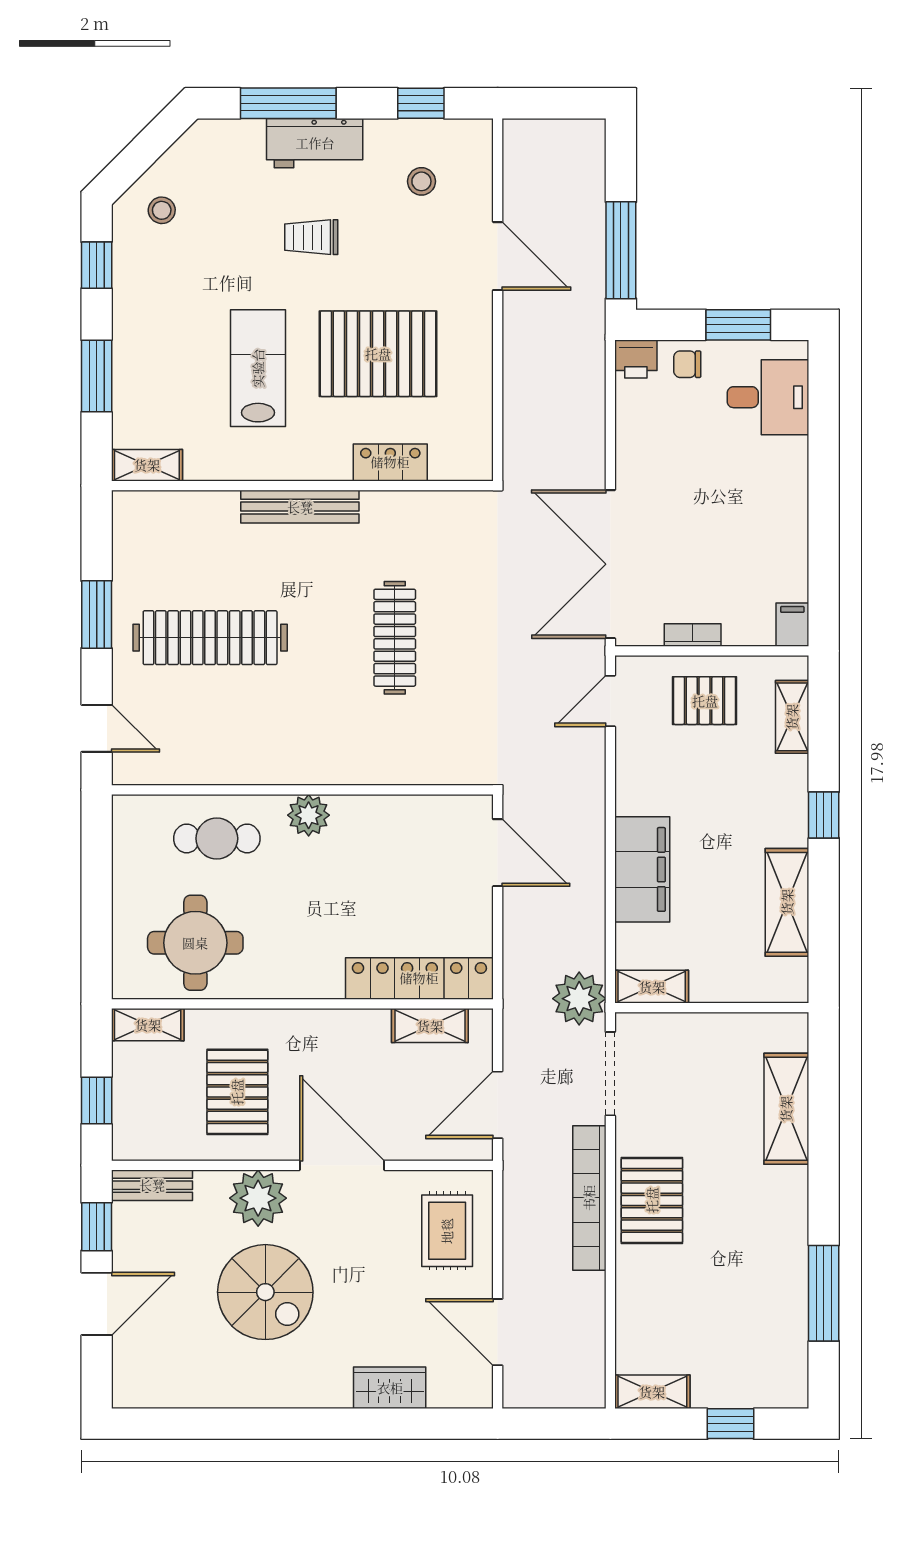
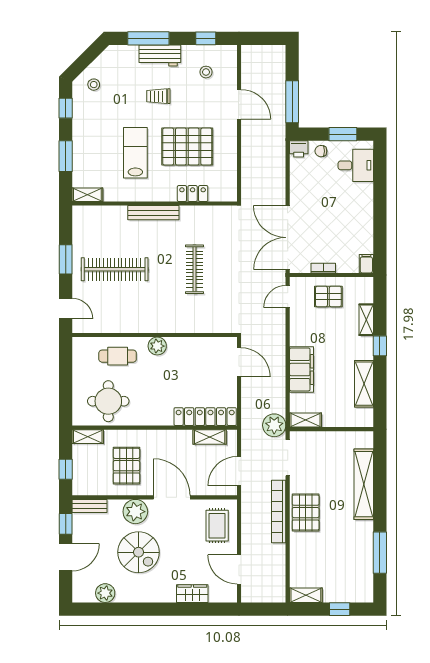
shelving: (792, 717) -> (366, 320), moved
shelving: (786, 1109) -> (364, 484), width x1.47
plant: (188, 1387) -> (105, 593), added

